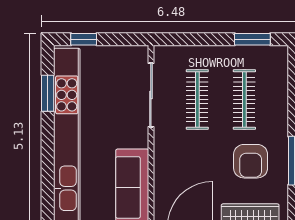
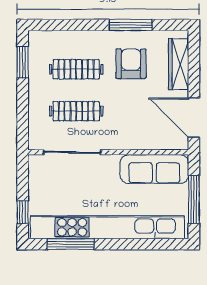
window: (48, 93) -> (71, 244), width x1.44
armchair: (251, 161) -> (131, 64), turned -90

